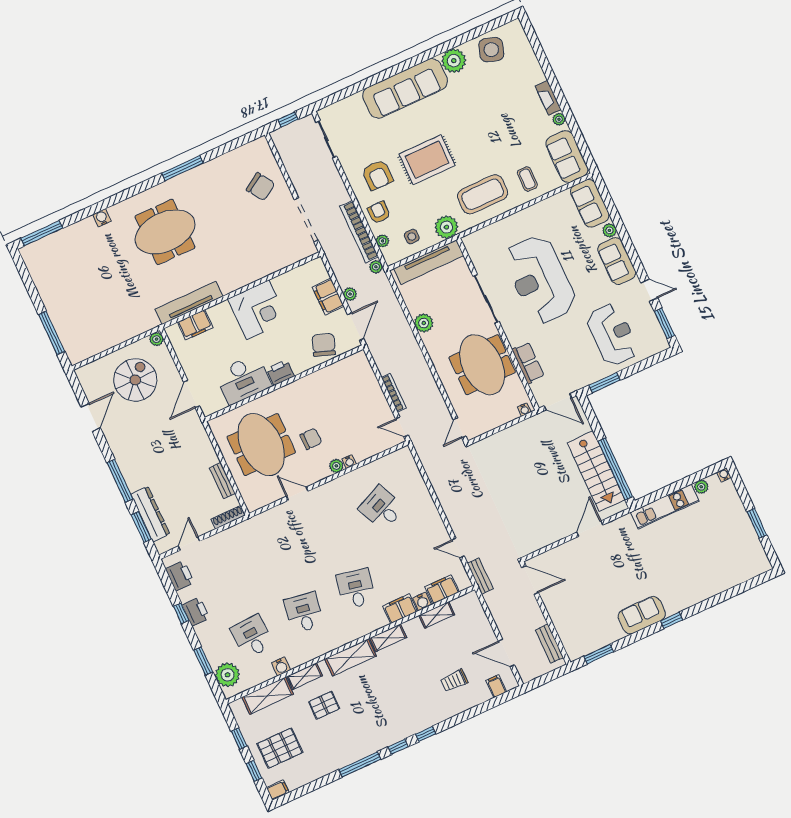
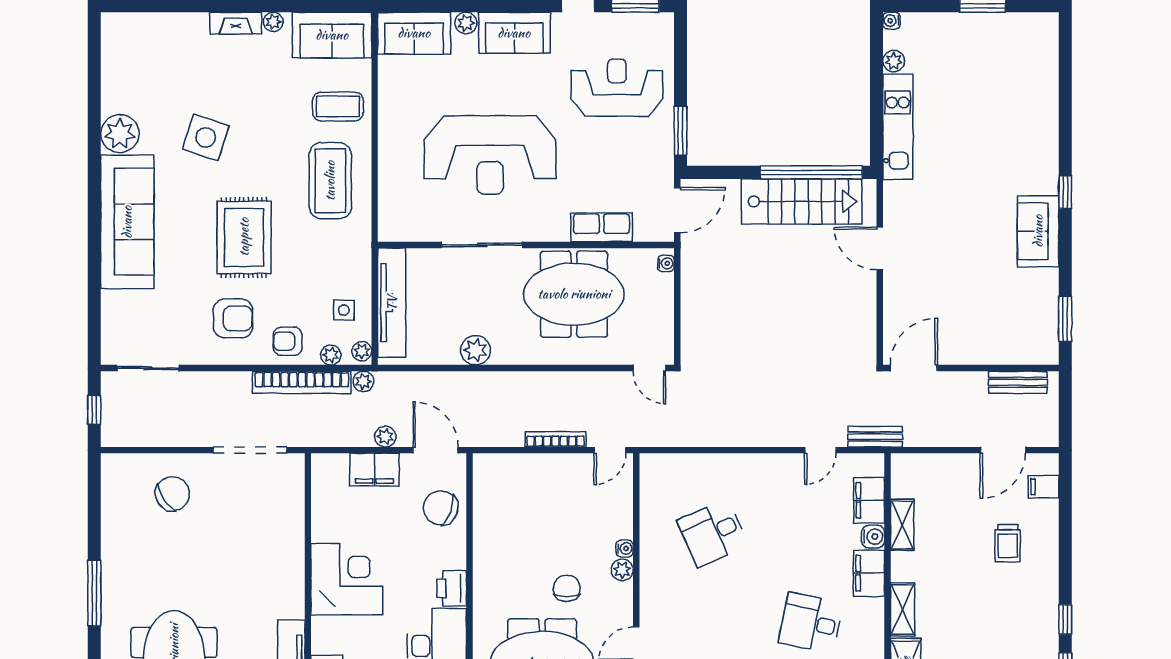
side table: (491, 50) -> (206, 137), moved
coffee table: (527, 179) -> (338, 107), width x1.36, depth x1.30
plant: (446, 227) -> (362, 351), moved, width x0.53, depth x0.53

